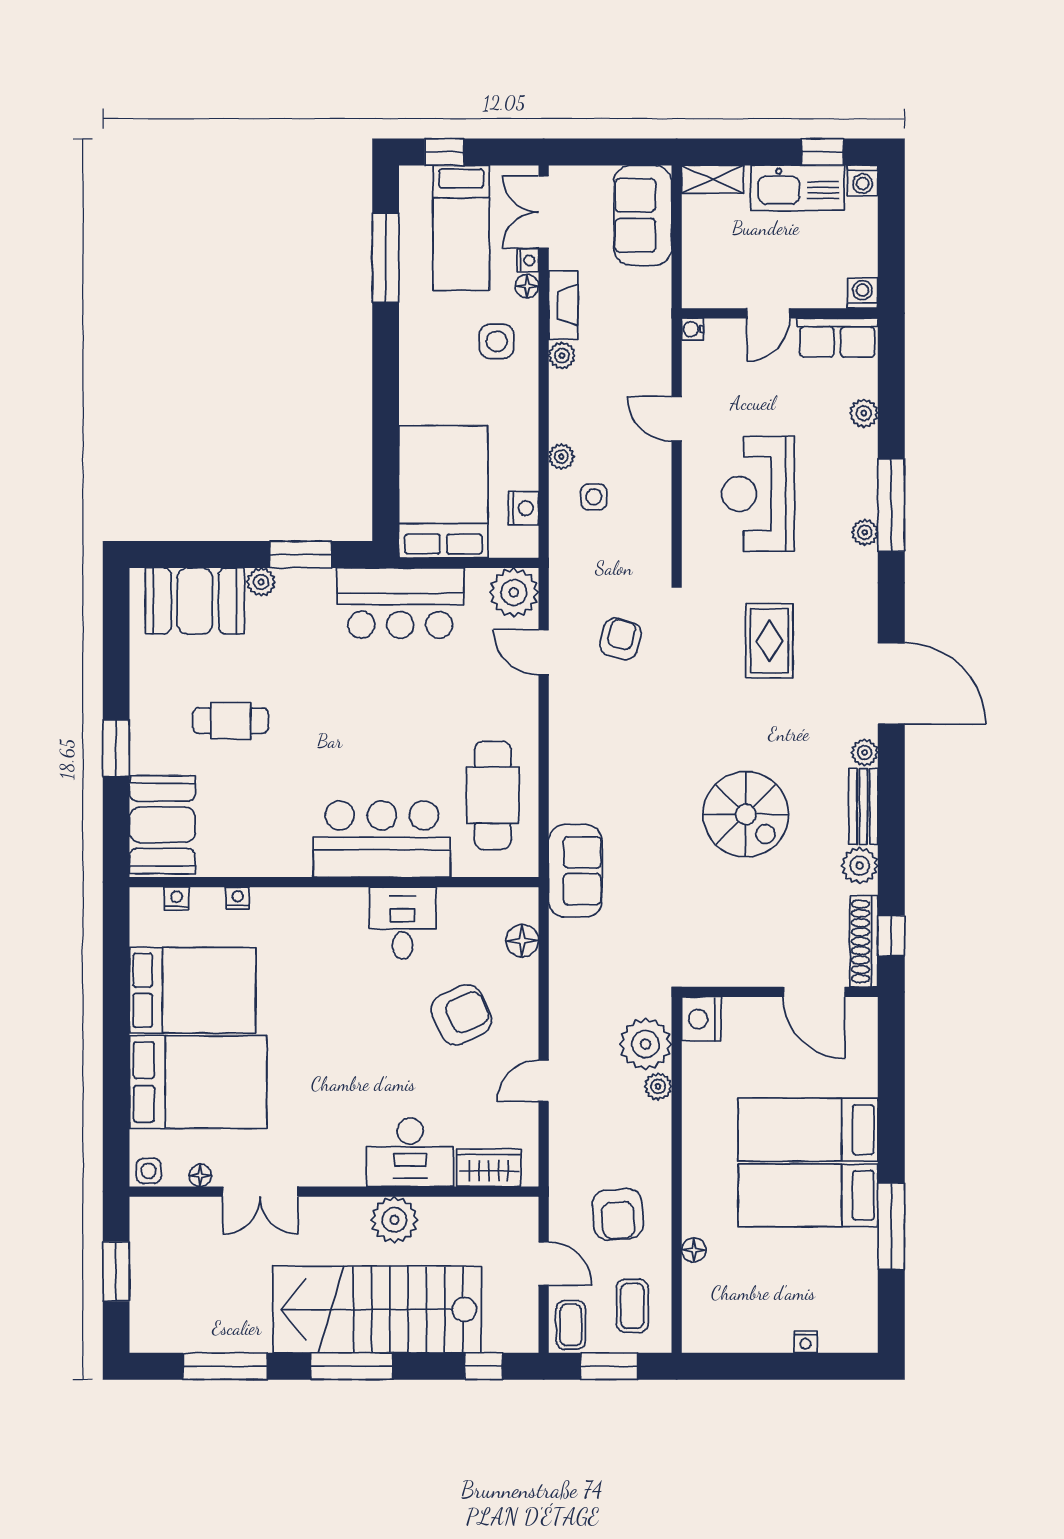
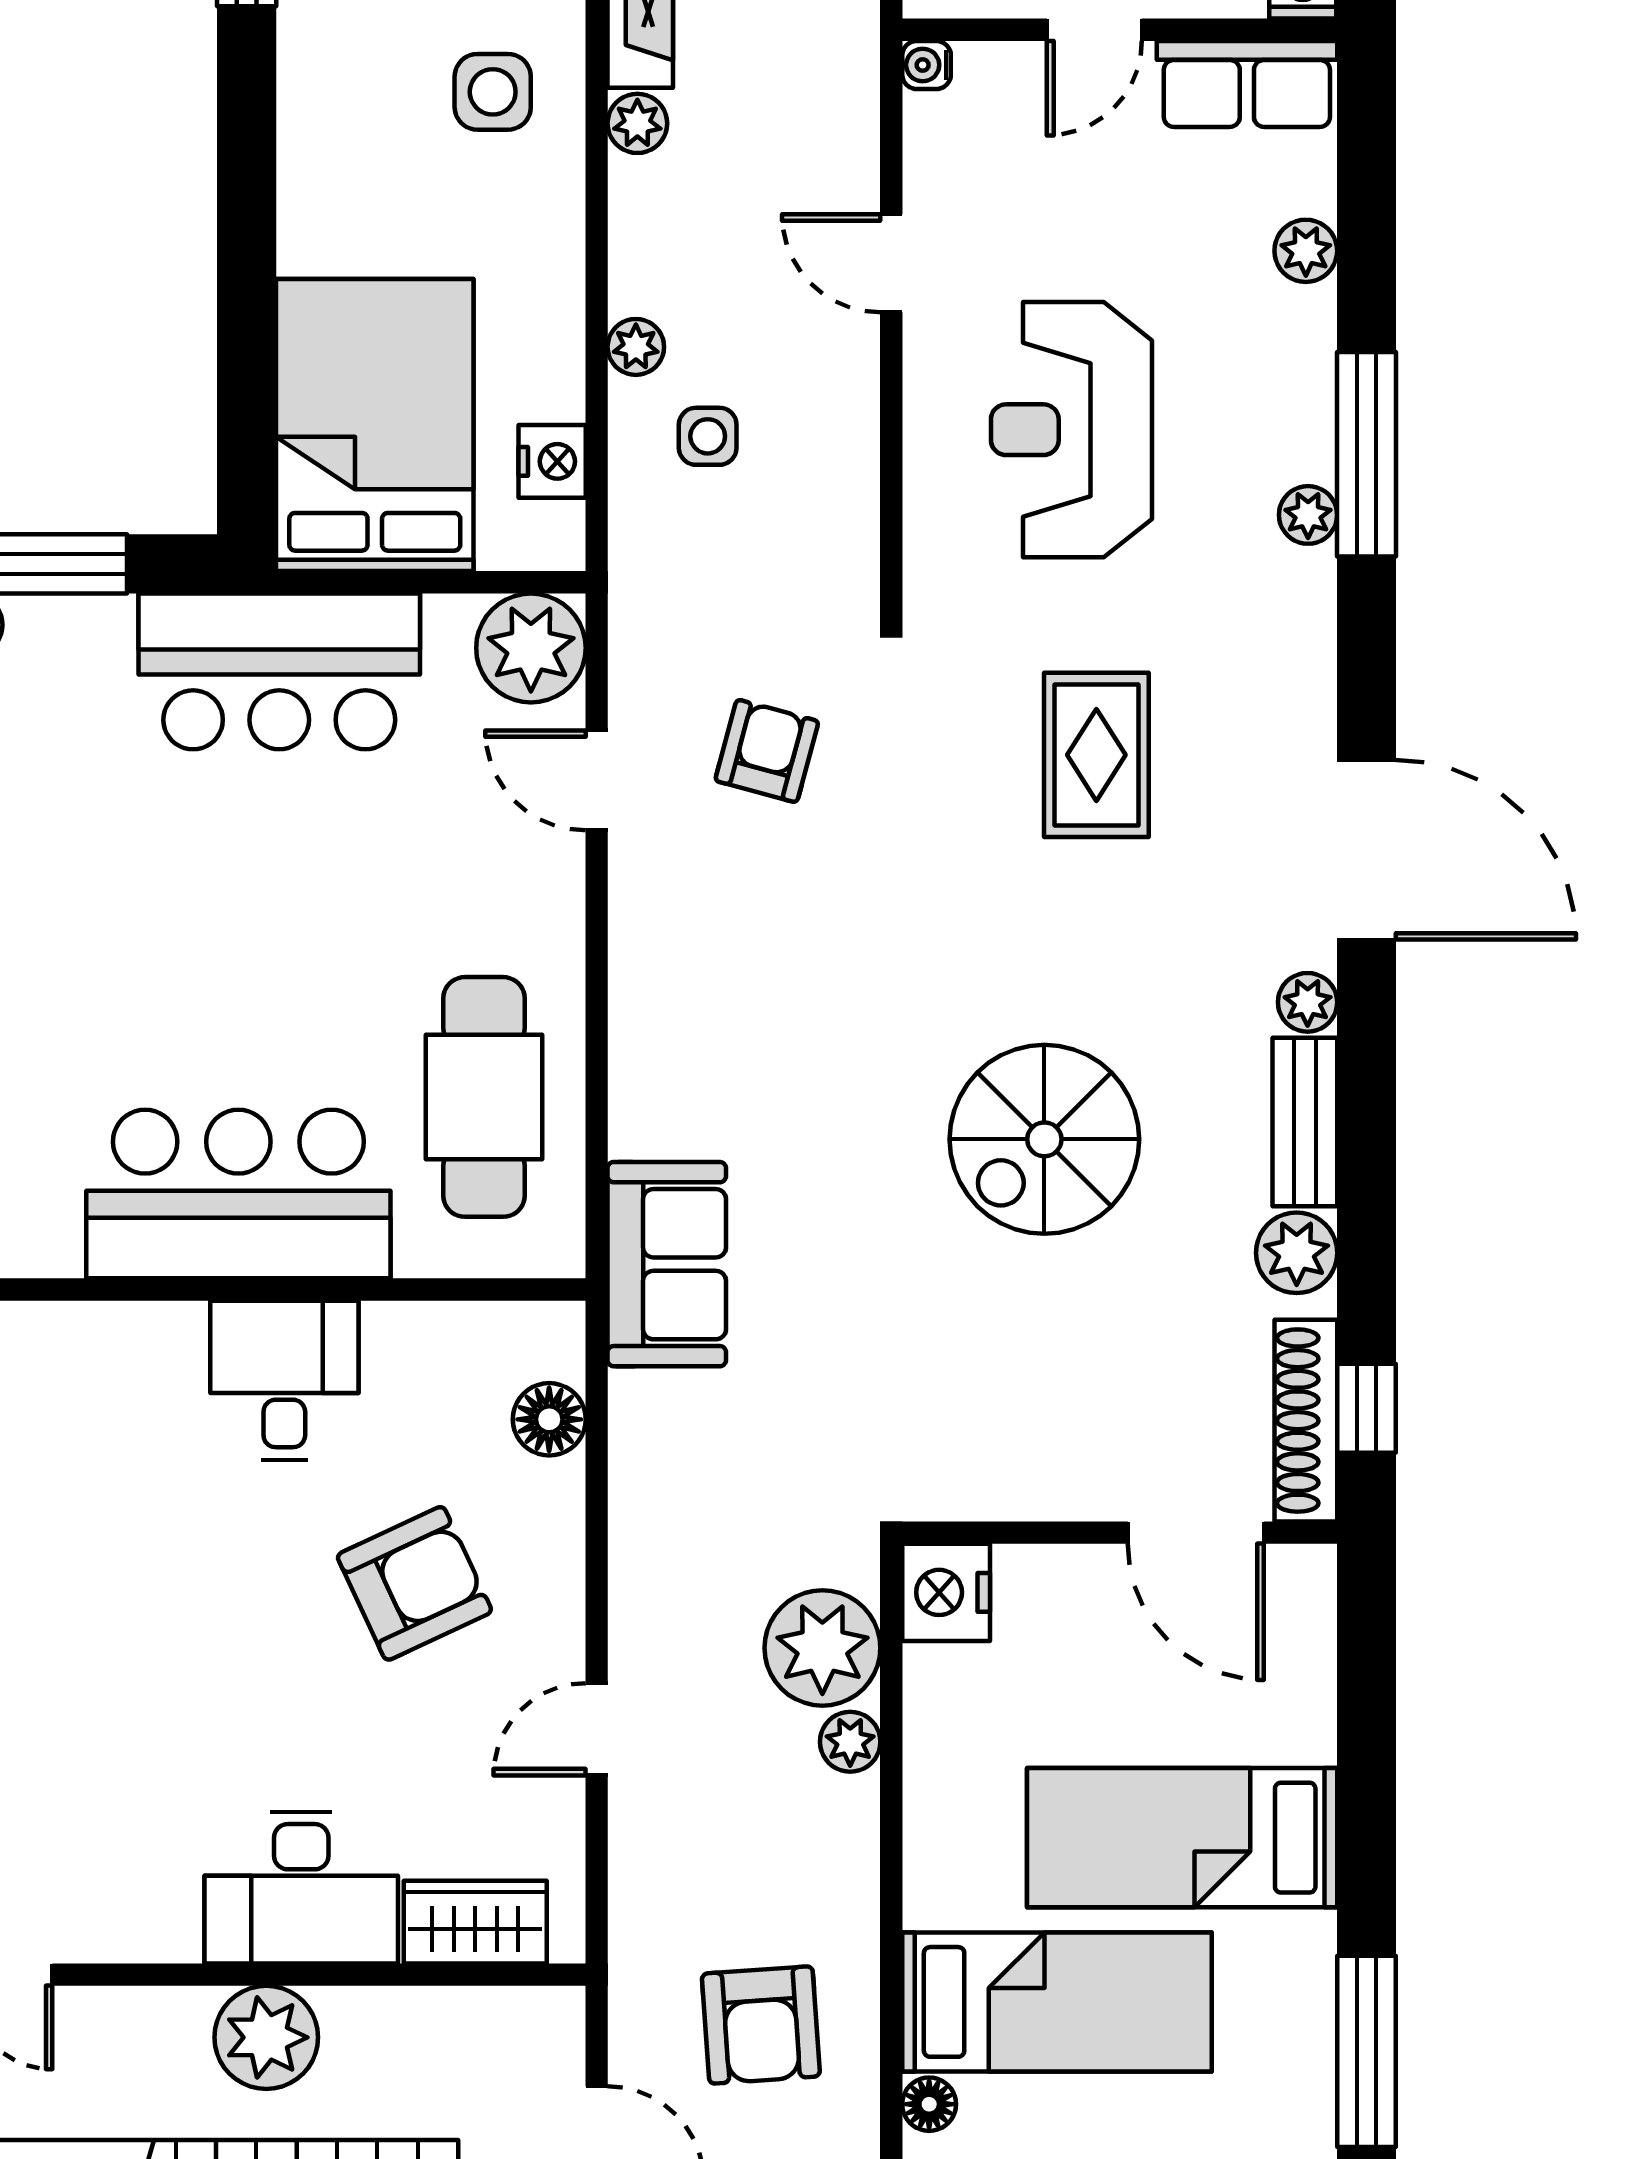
spiral stairs: (746, 814) -> (1044, 1139), turned 90
bed: (808, 1195) -> (1057, 2002), moved, turned 180

